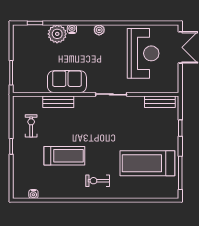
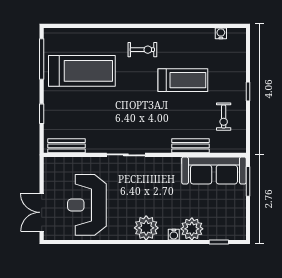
plant: (99, 30) -> (146, 228), width x1.88, depth x1.88
sofa: (67, 82) -> (214, 170), moved, width x1.36
treadmill: (64, 156) -> (183, 80), turned 180

